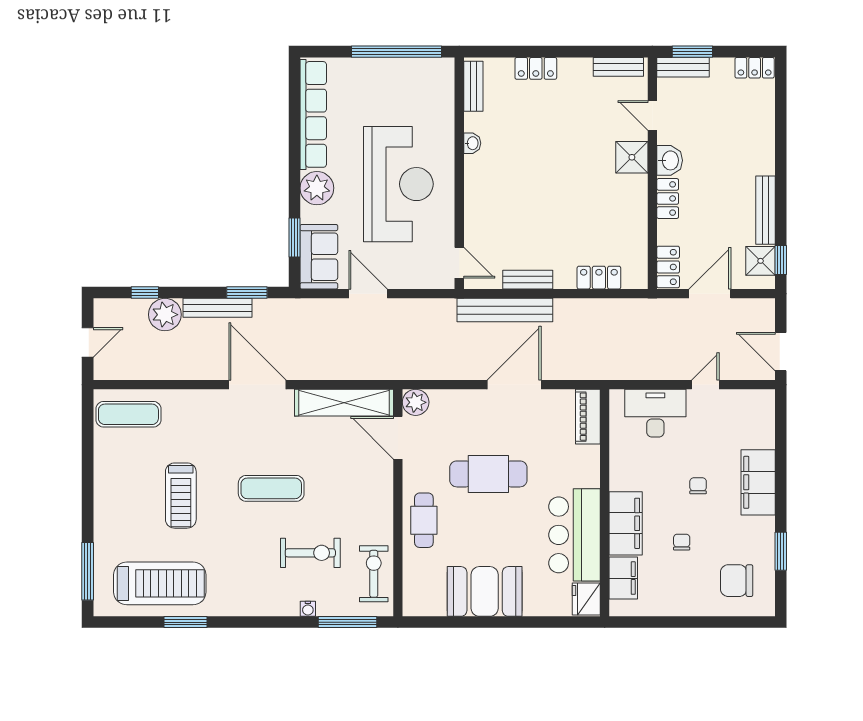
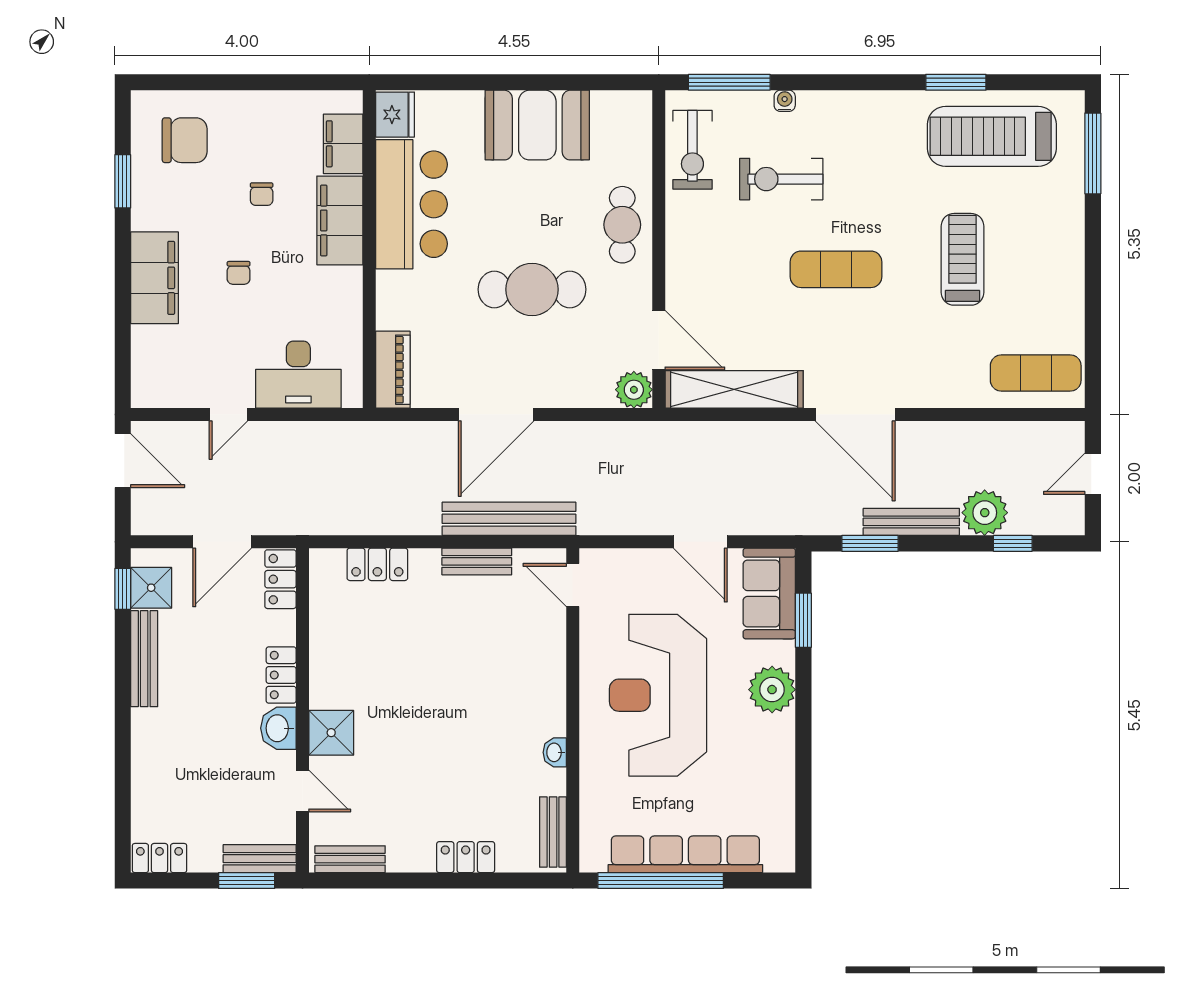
row of seats: (313, 114) -> (685, 854), moved, turned 90

